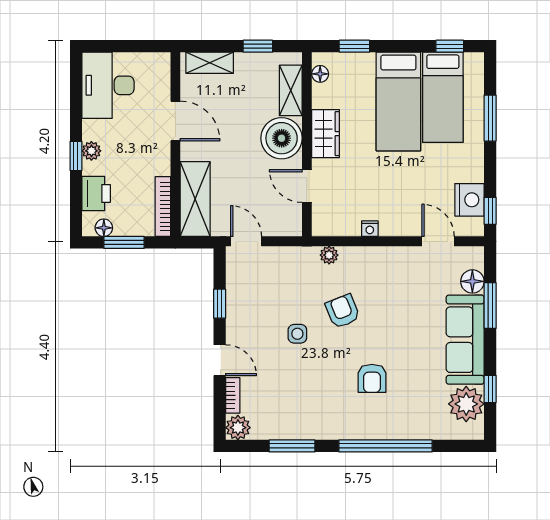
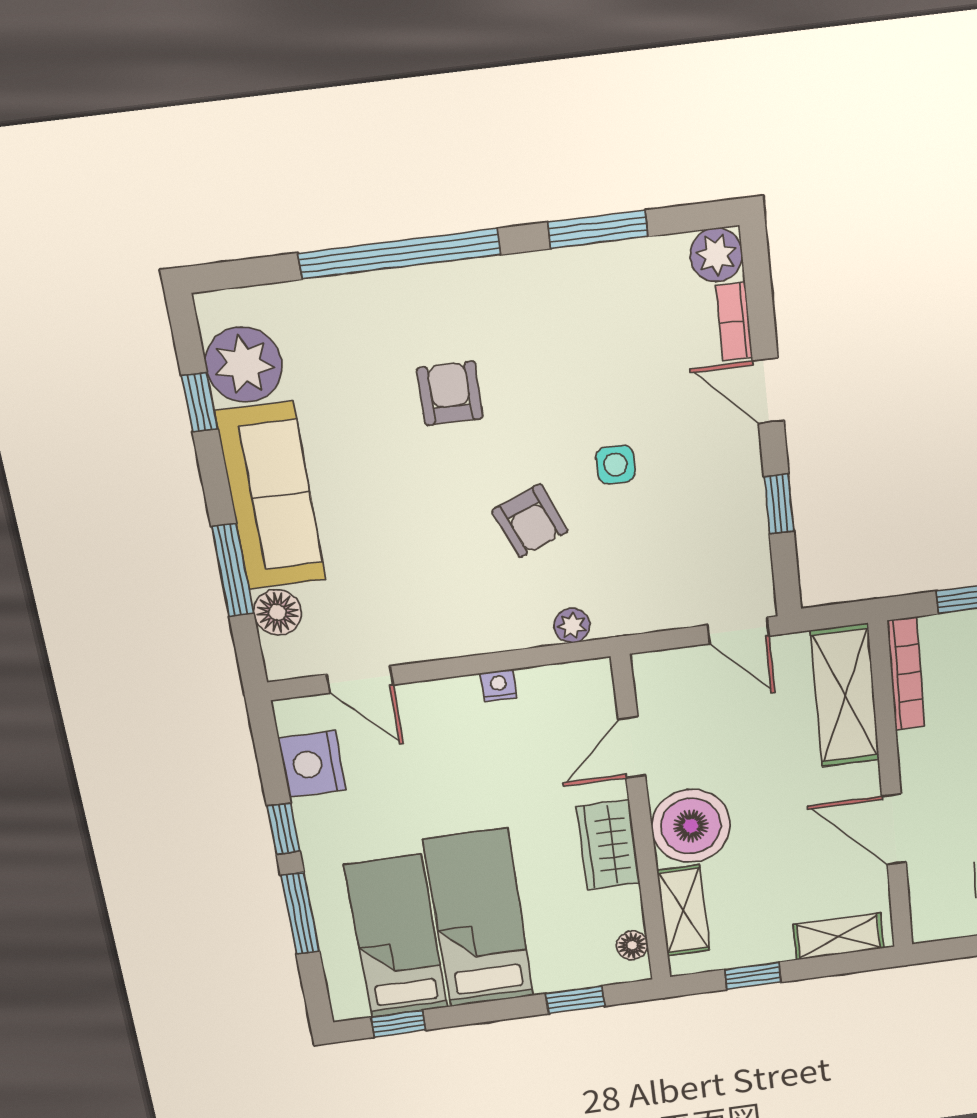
door: (307, 186) -> (632, 747), swing flipped
window: (490, 211) -> (283, 829), moved

